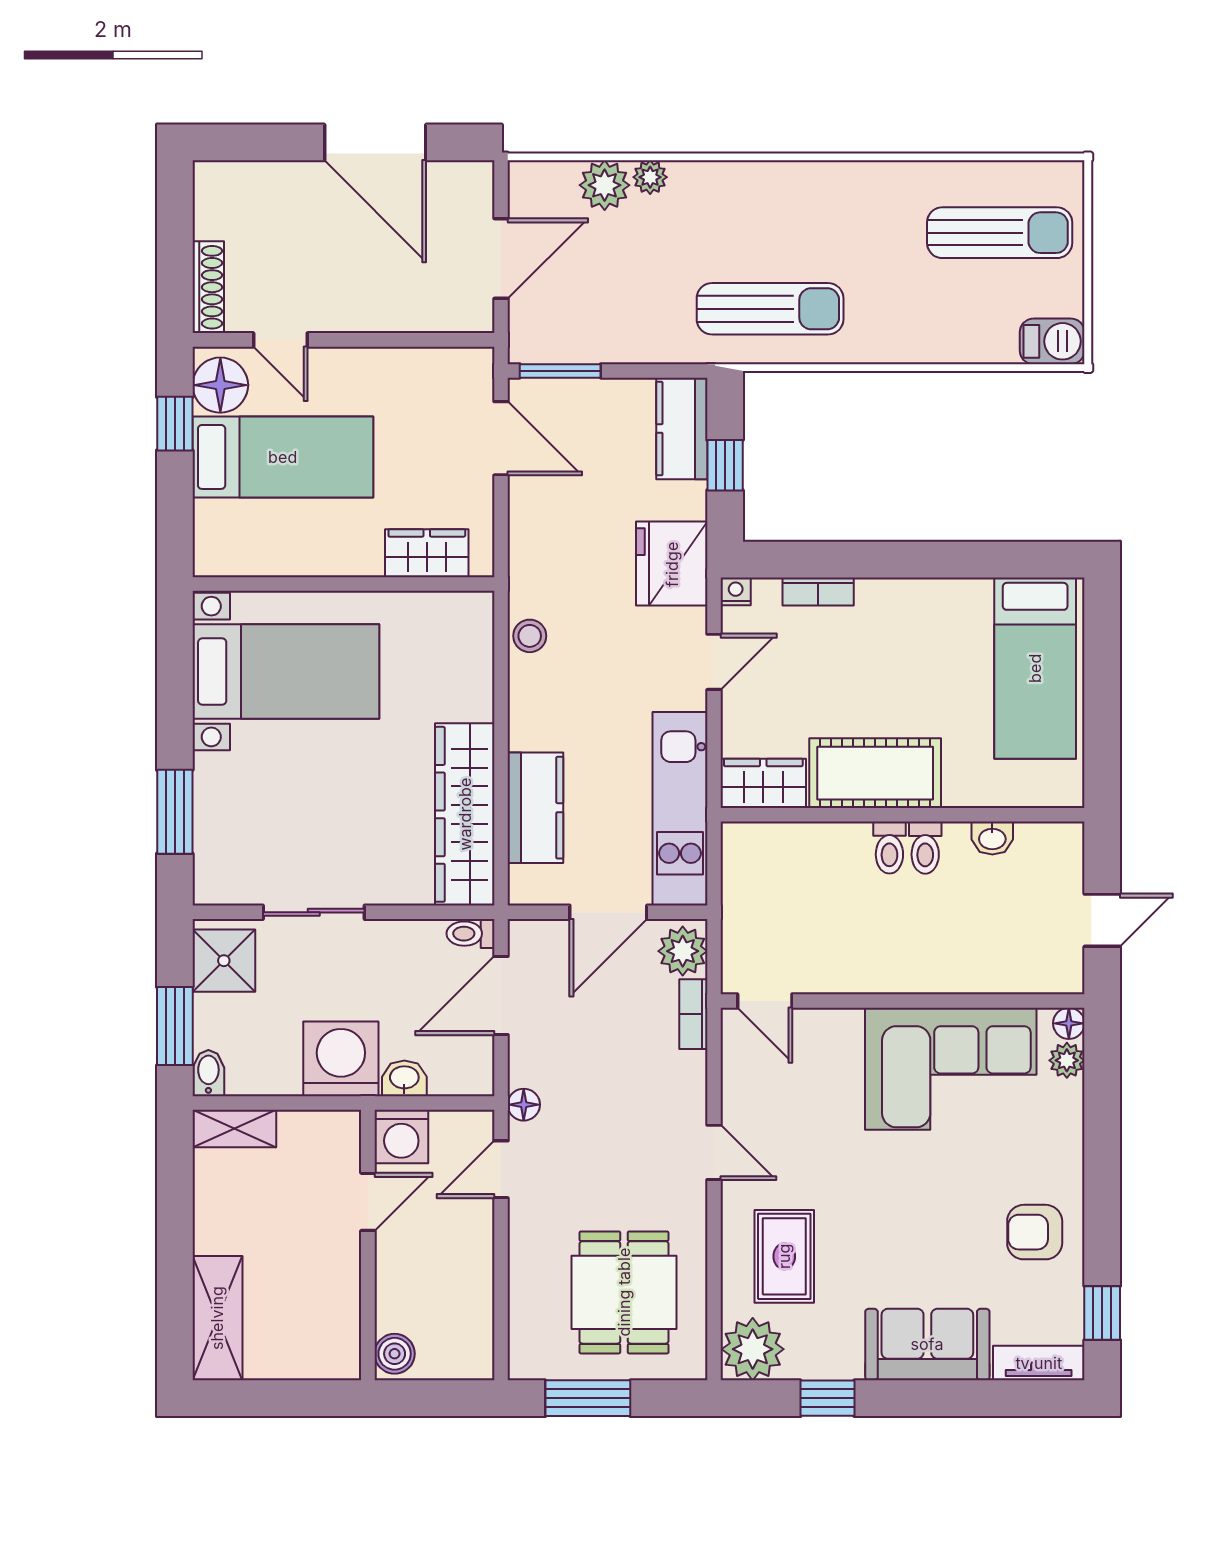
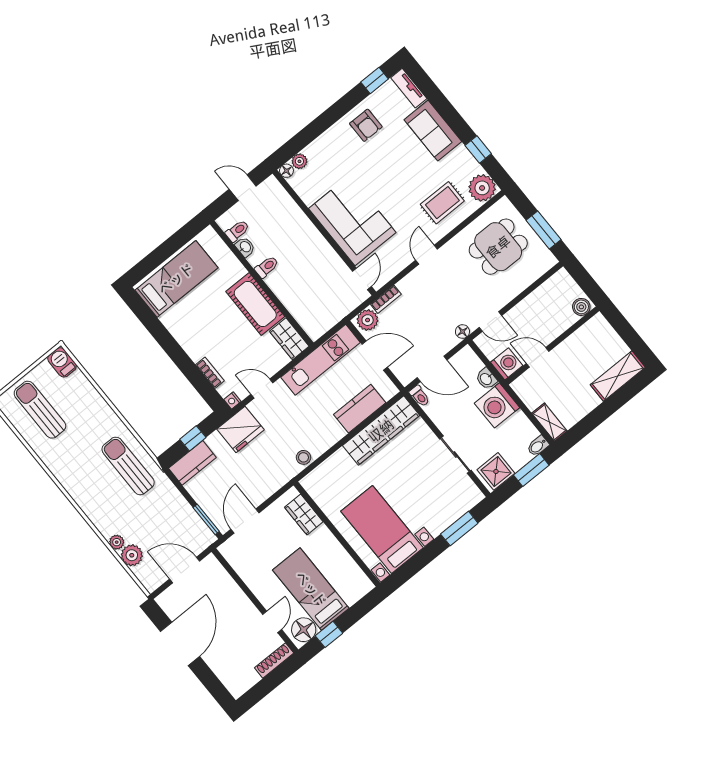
toilet: (889, 848) -> (237, 231), moved
corner sofa: (951, 1069) -> (352, 221), moved

